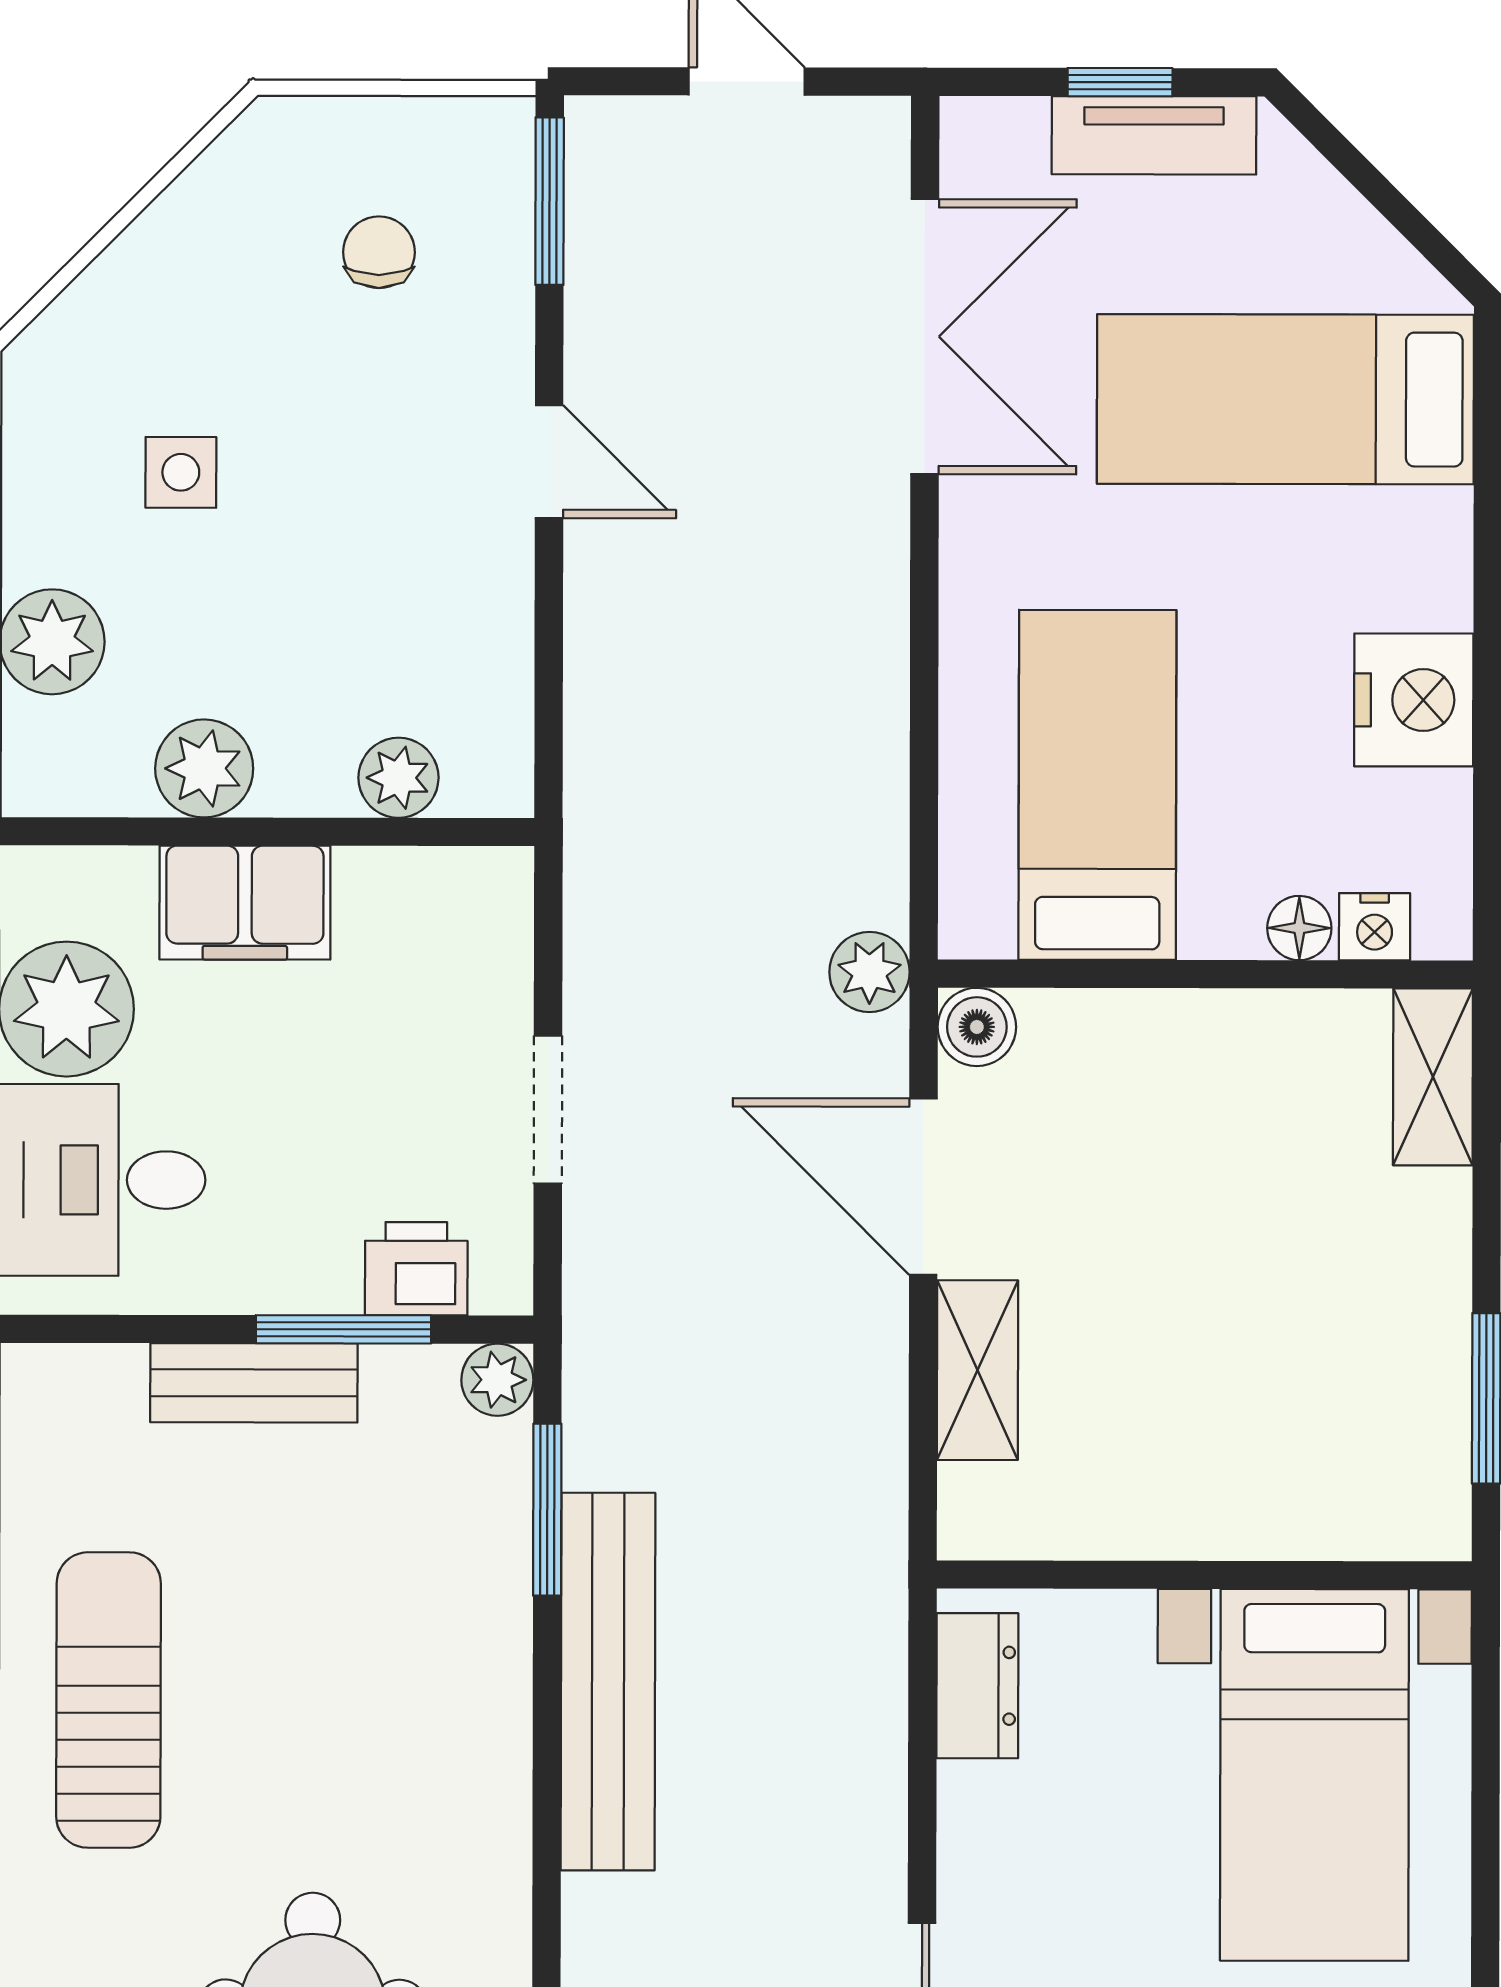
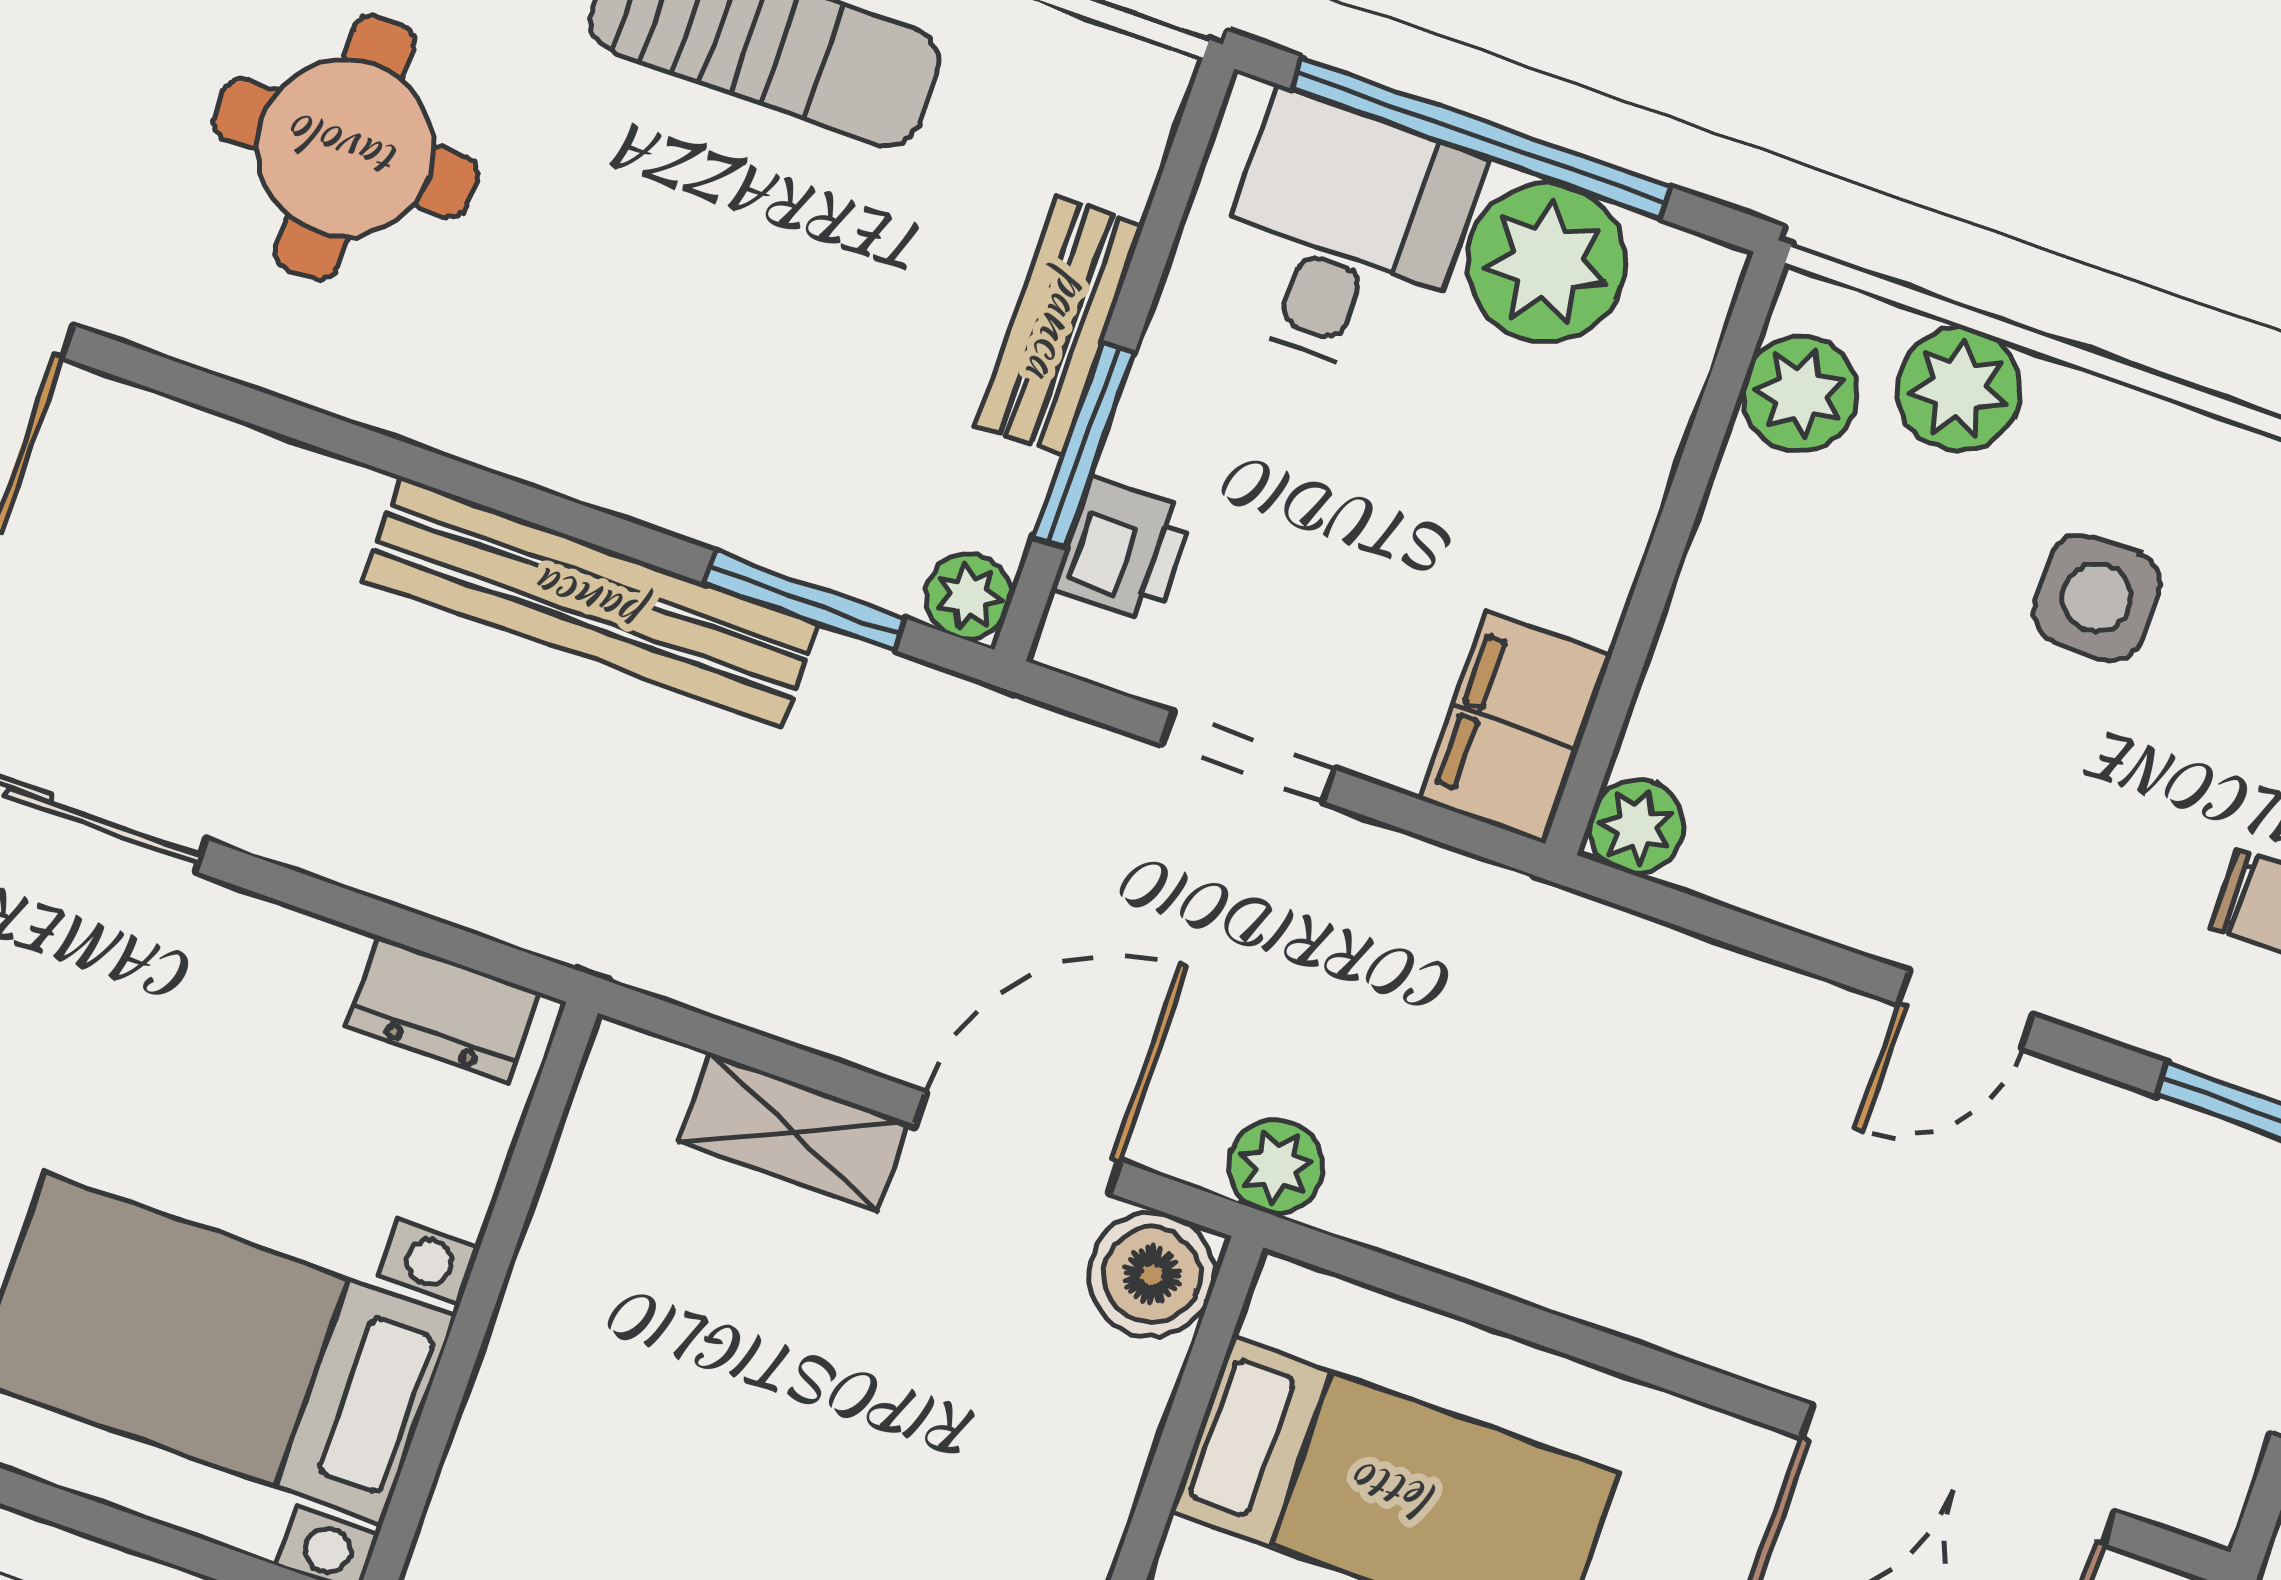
side table: (181, 472) -> (2097, 597), width x1.37, depth x1.37
plant: (204, 768) -> (1800, 394), moved
plant: (398, 778) -> (1636, 826), moved
filing cabinet: (245, 903) -> (1516, 727), moved
boiler: (977, 1027) -> (1152, 1274), width x1.36, depth x1.36

